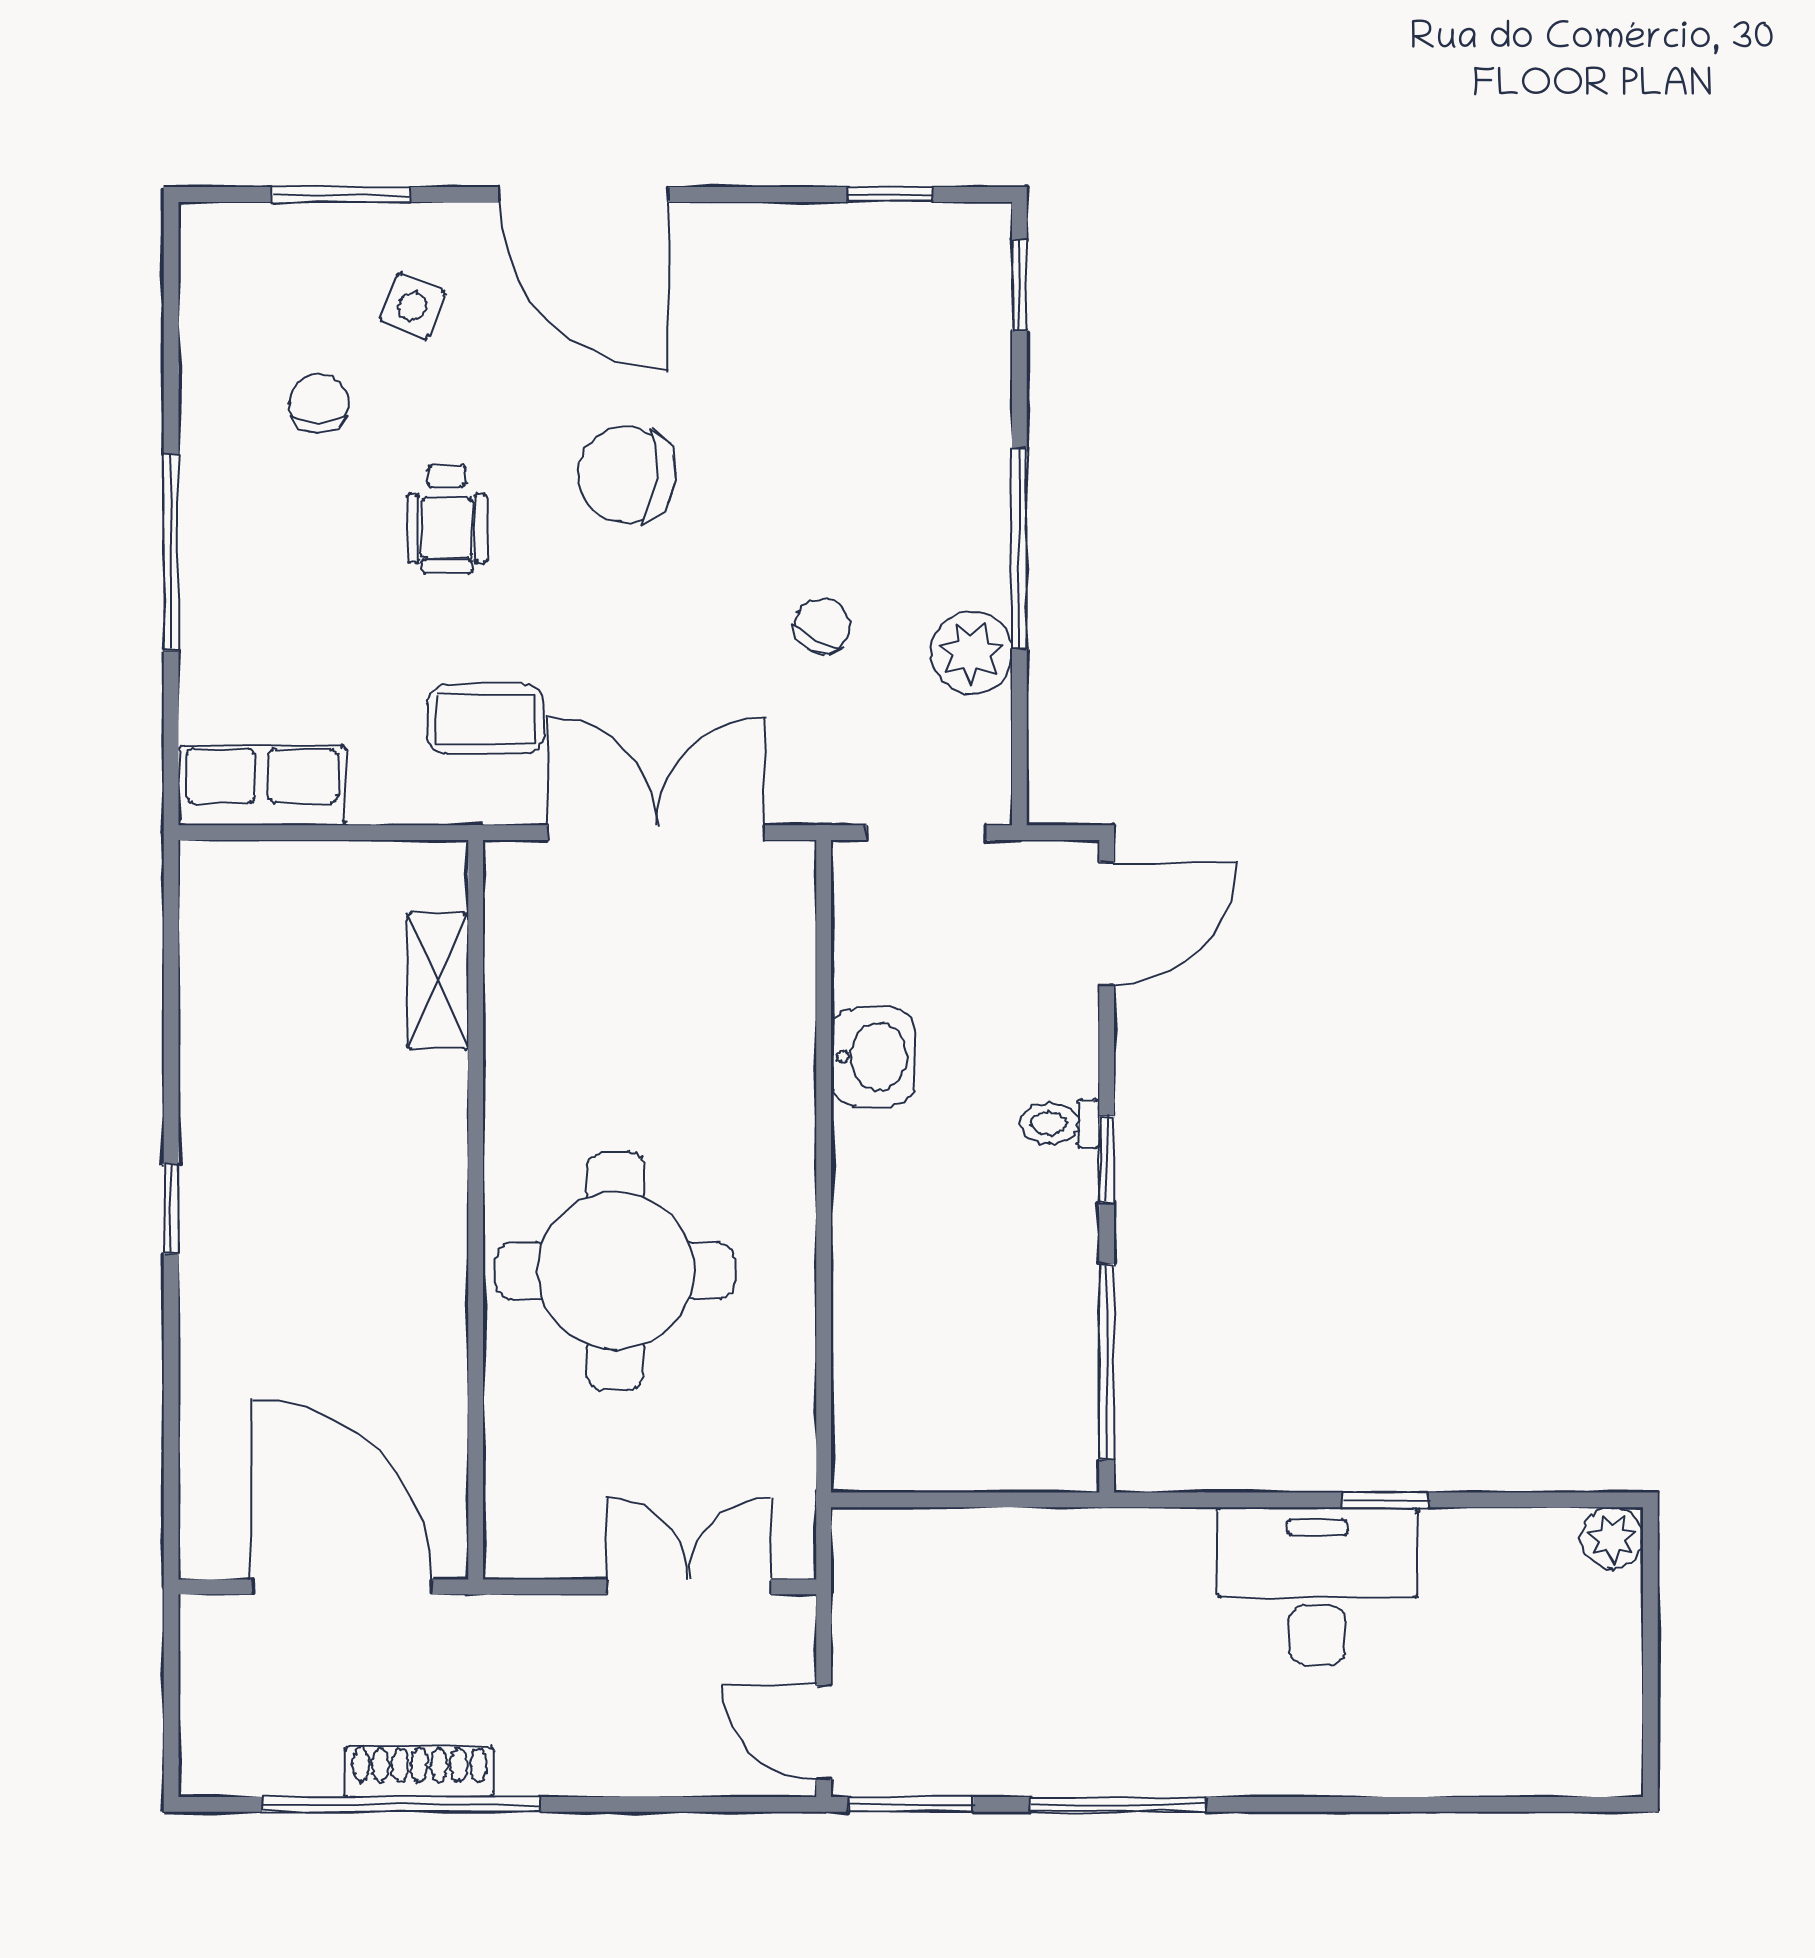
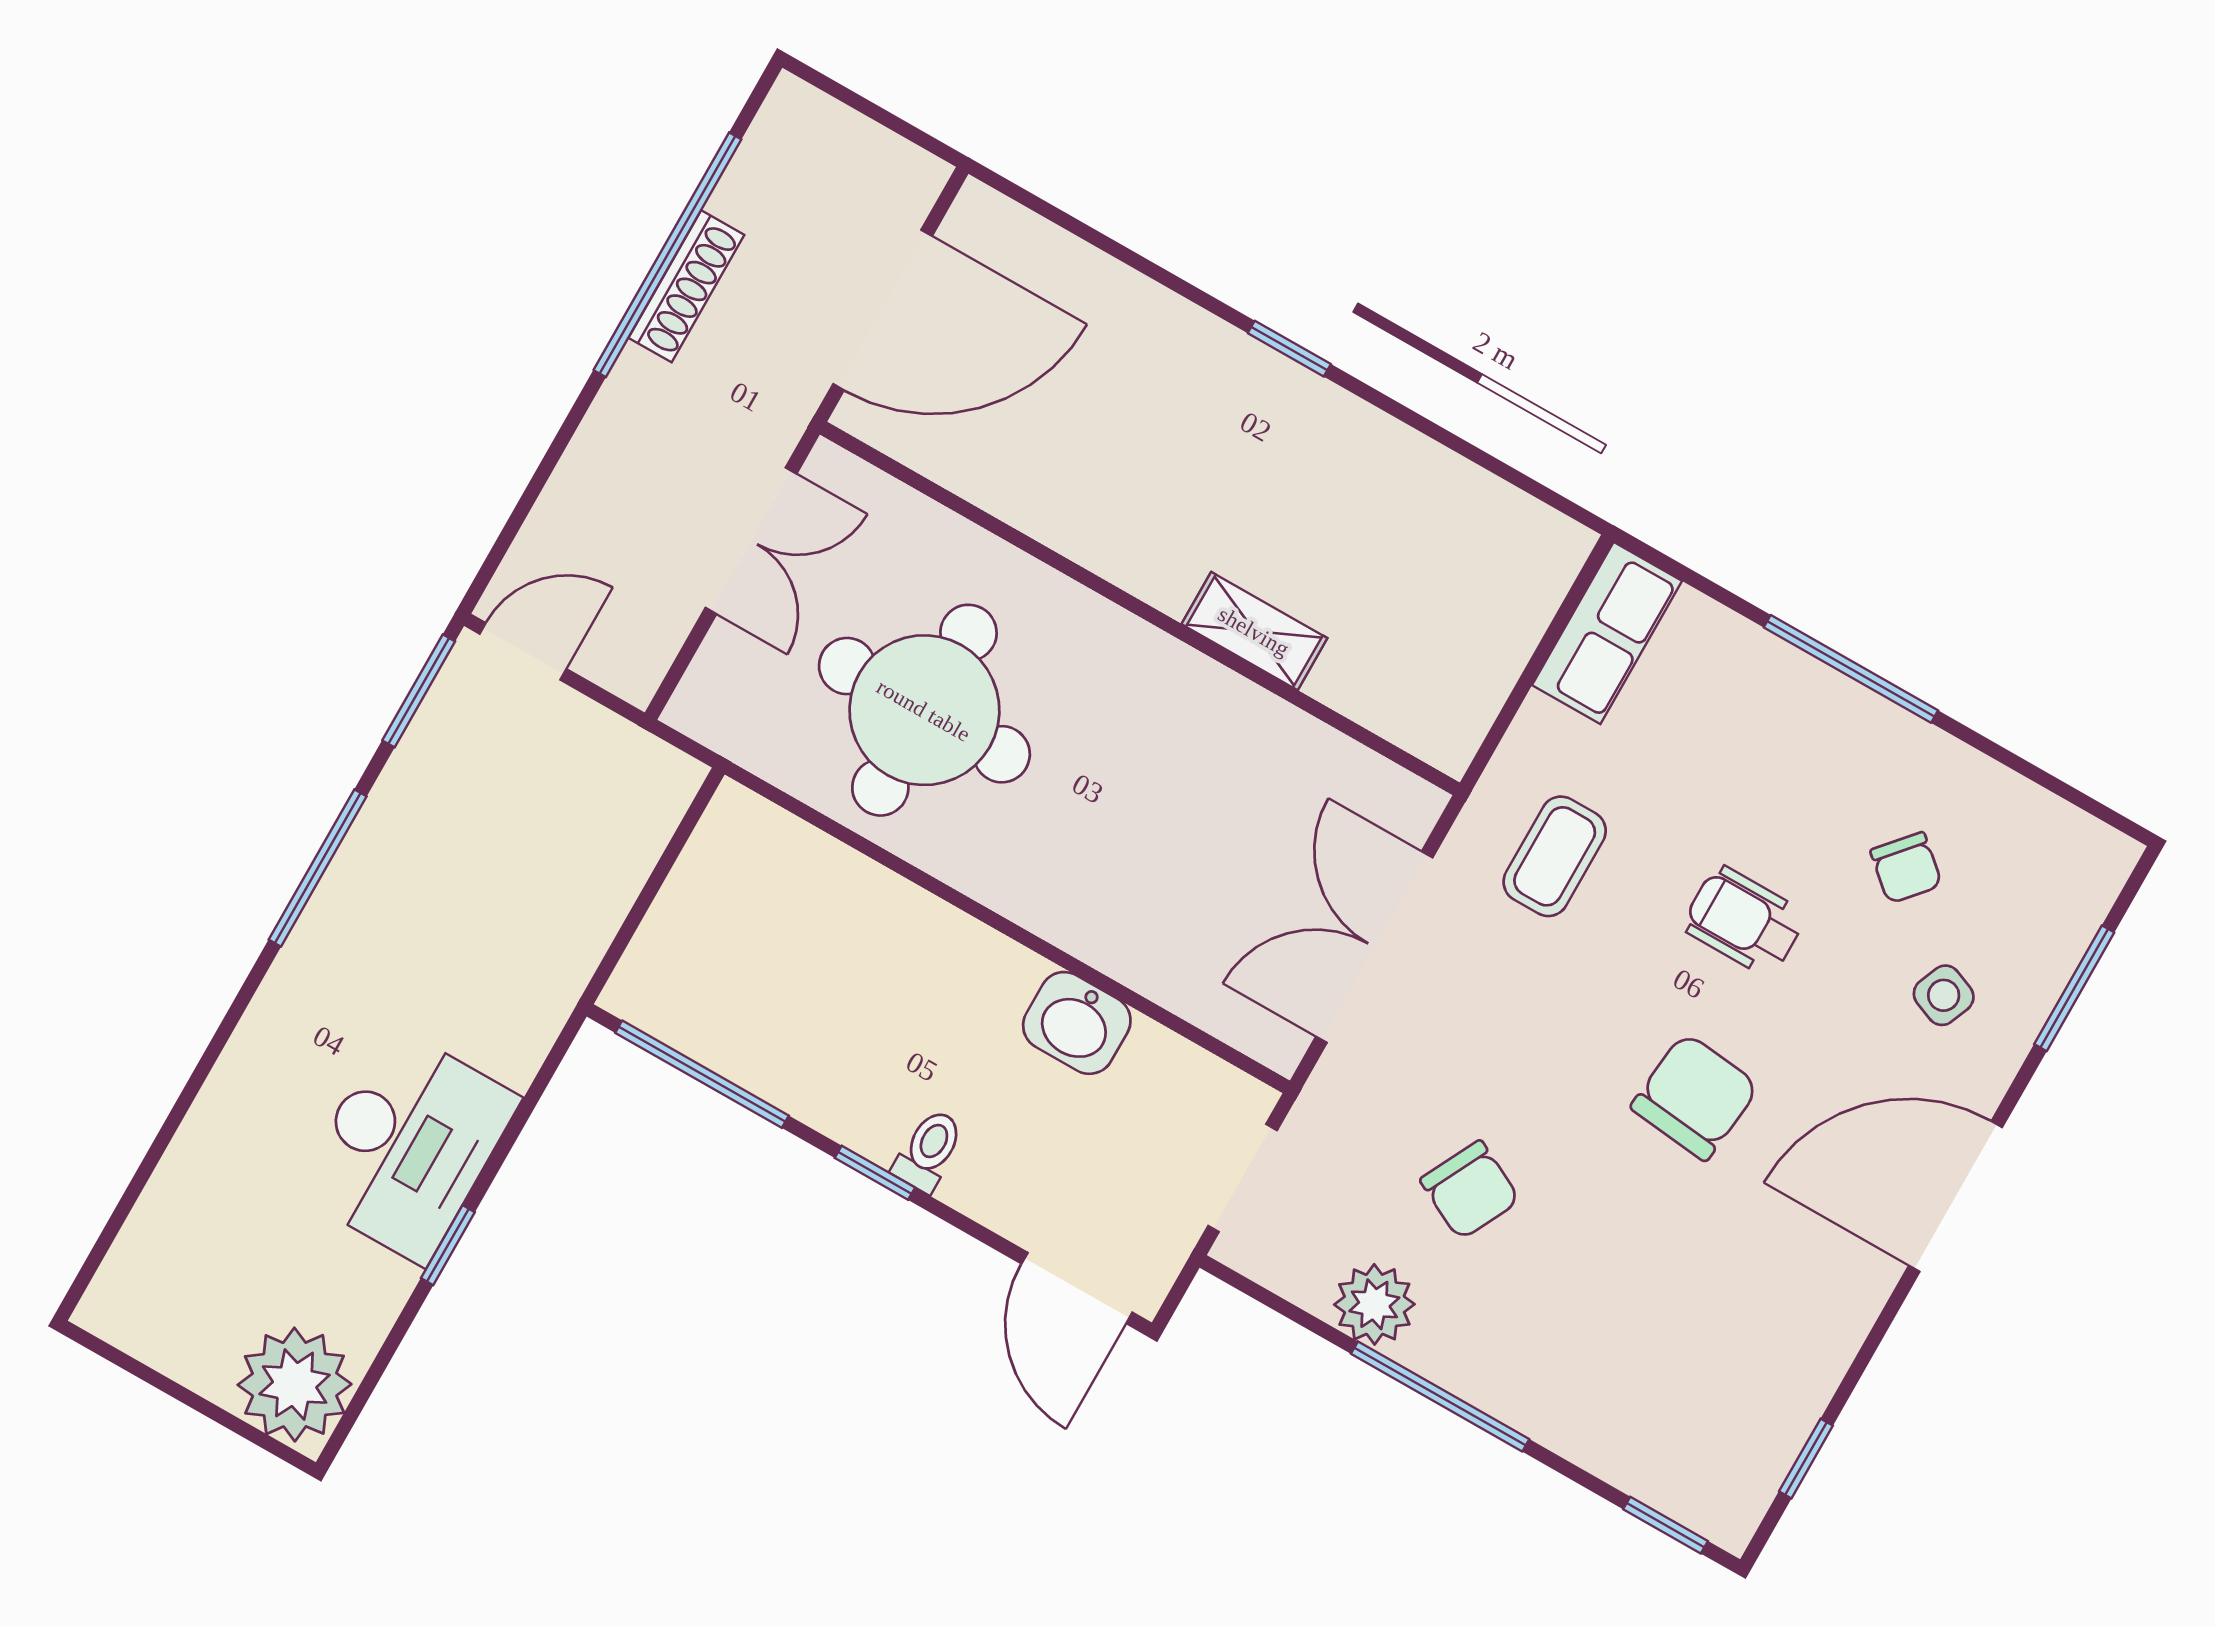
chair: (319, 403) -> (1906, 868), turned 41
chair: (822, 626) -> (1470, 1190), width x1.37, depth x1.37
double door: (656, 833) -> (1374, 947), swing flipped
shelving: (438, 981) -> (1254, 631), moved
round table: (615, 1271) -> (924, 710), moved
plant: (1612, 1538) -> (295, 1385), width x1.87, depth x1.87
double door: (688, 1587) -> (751, 541), moved

